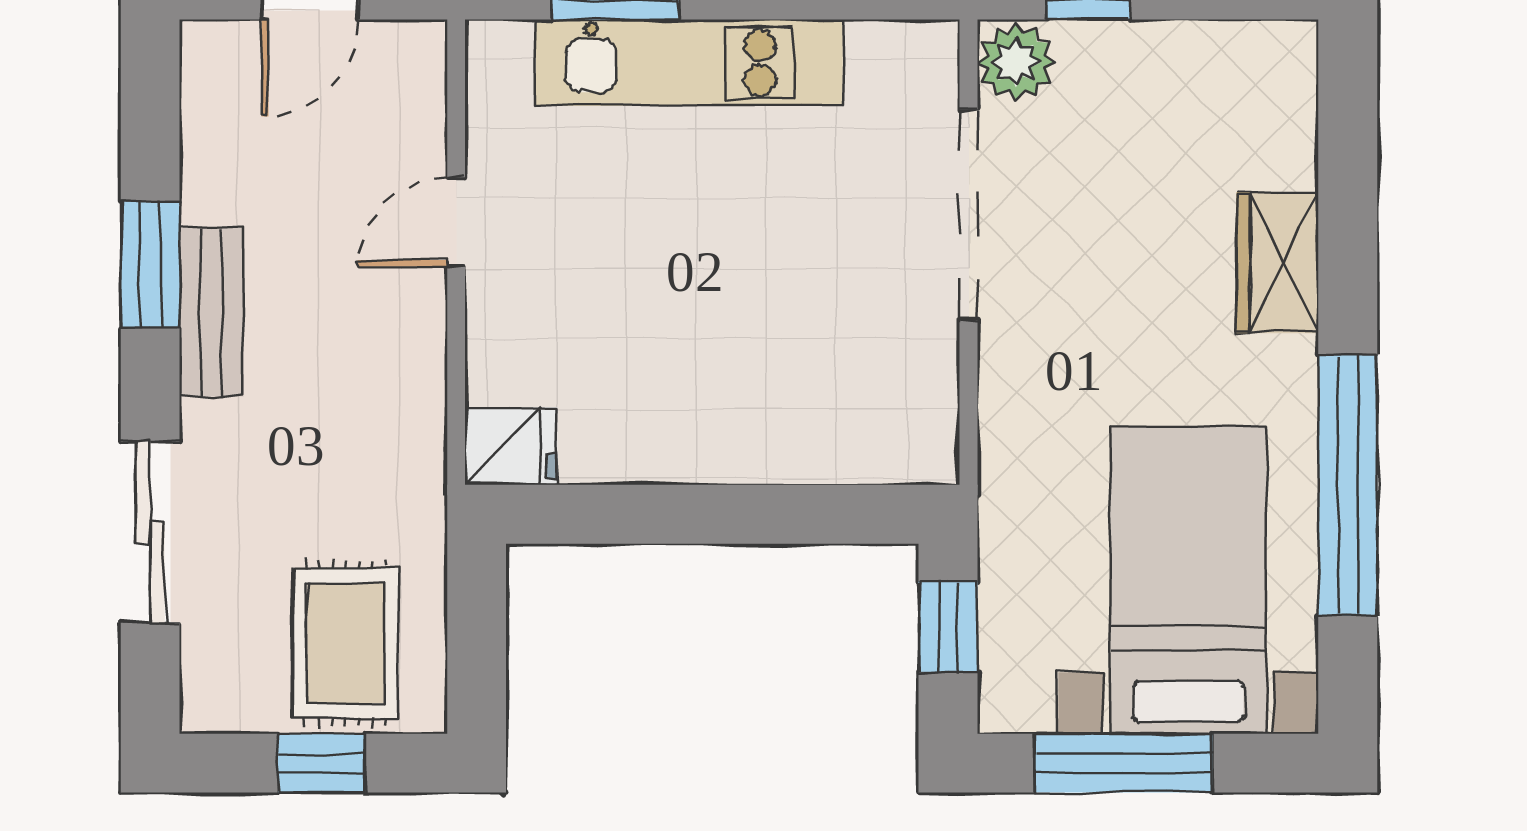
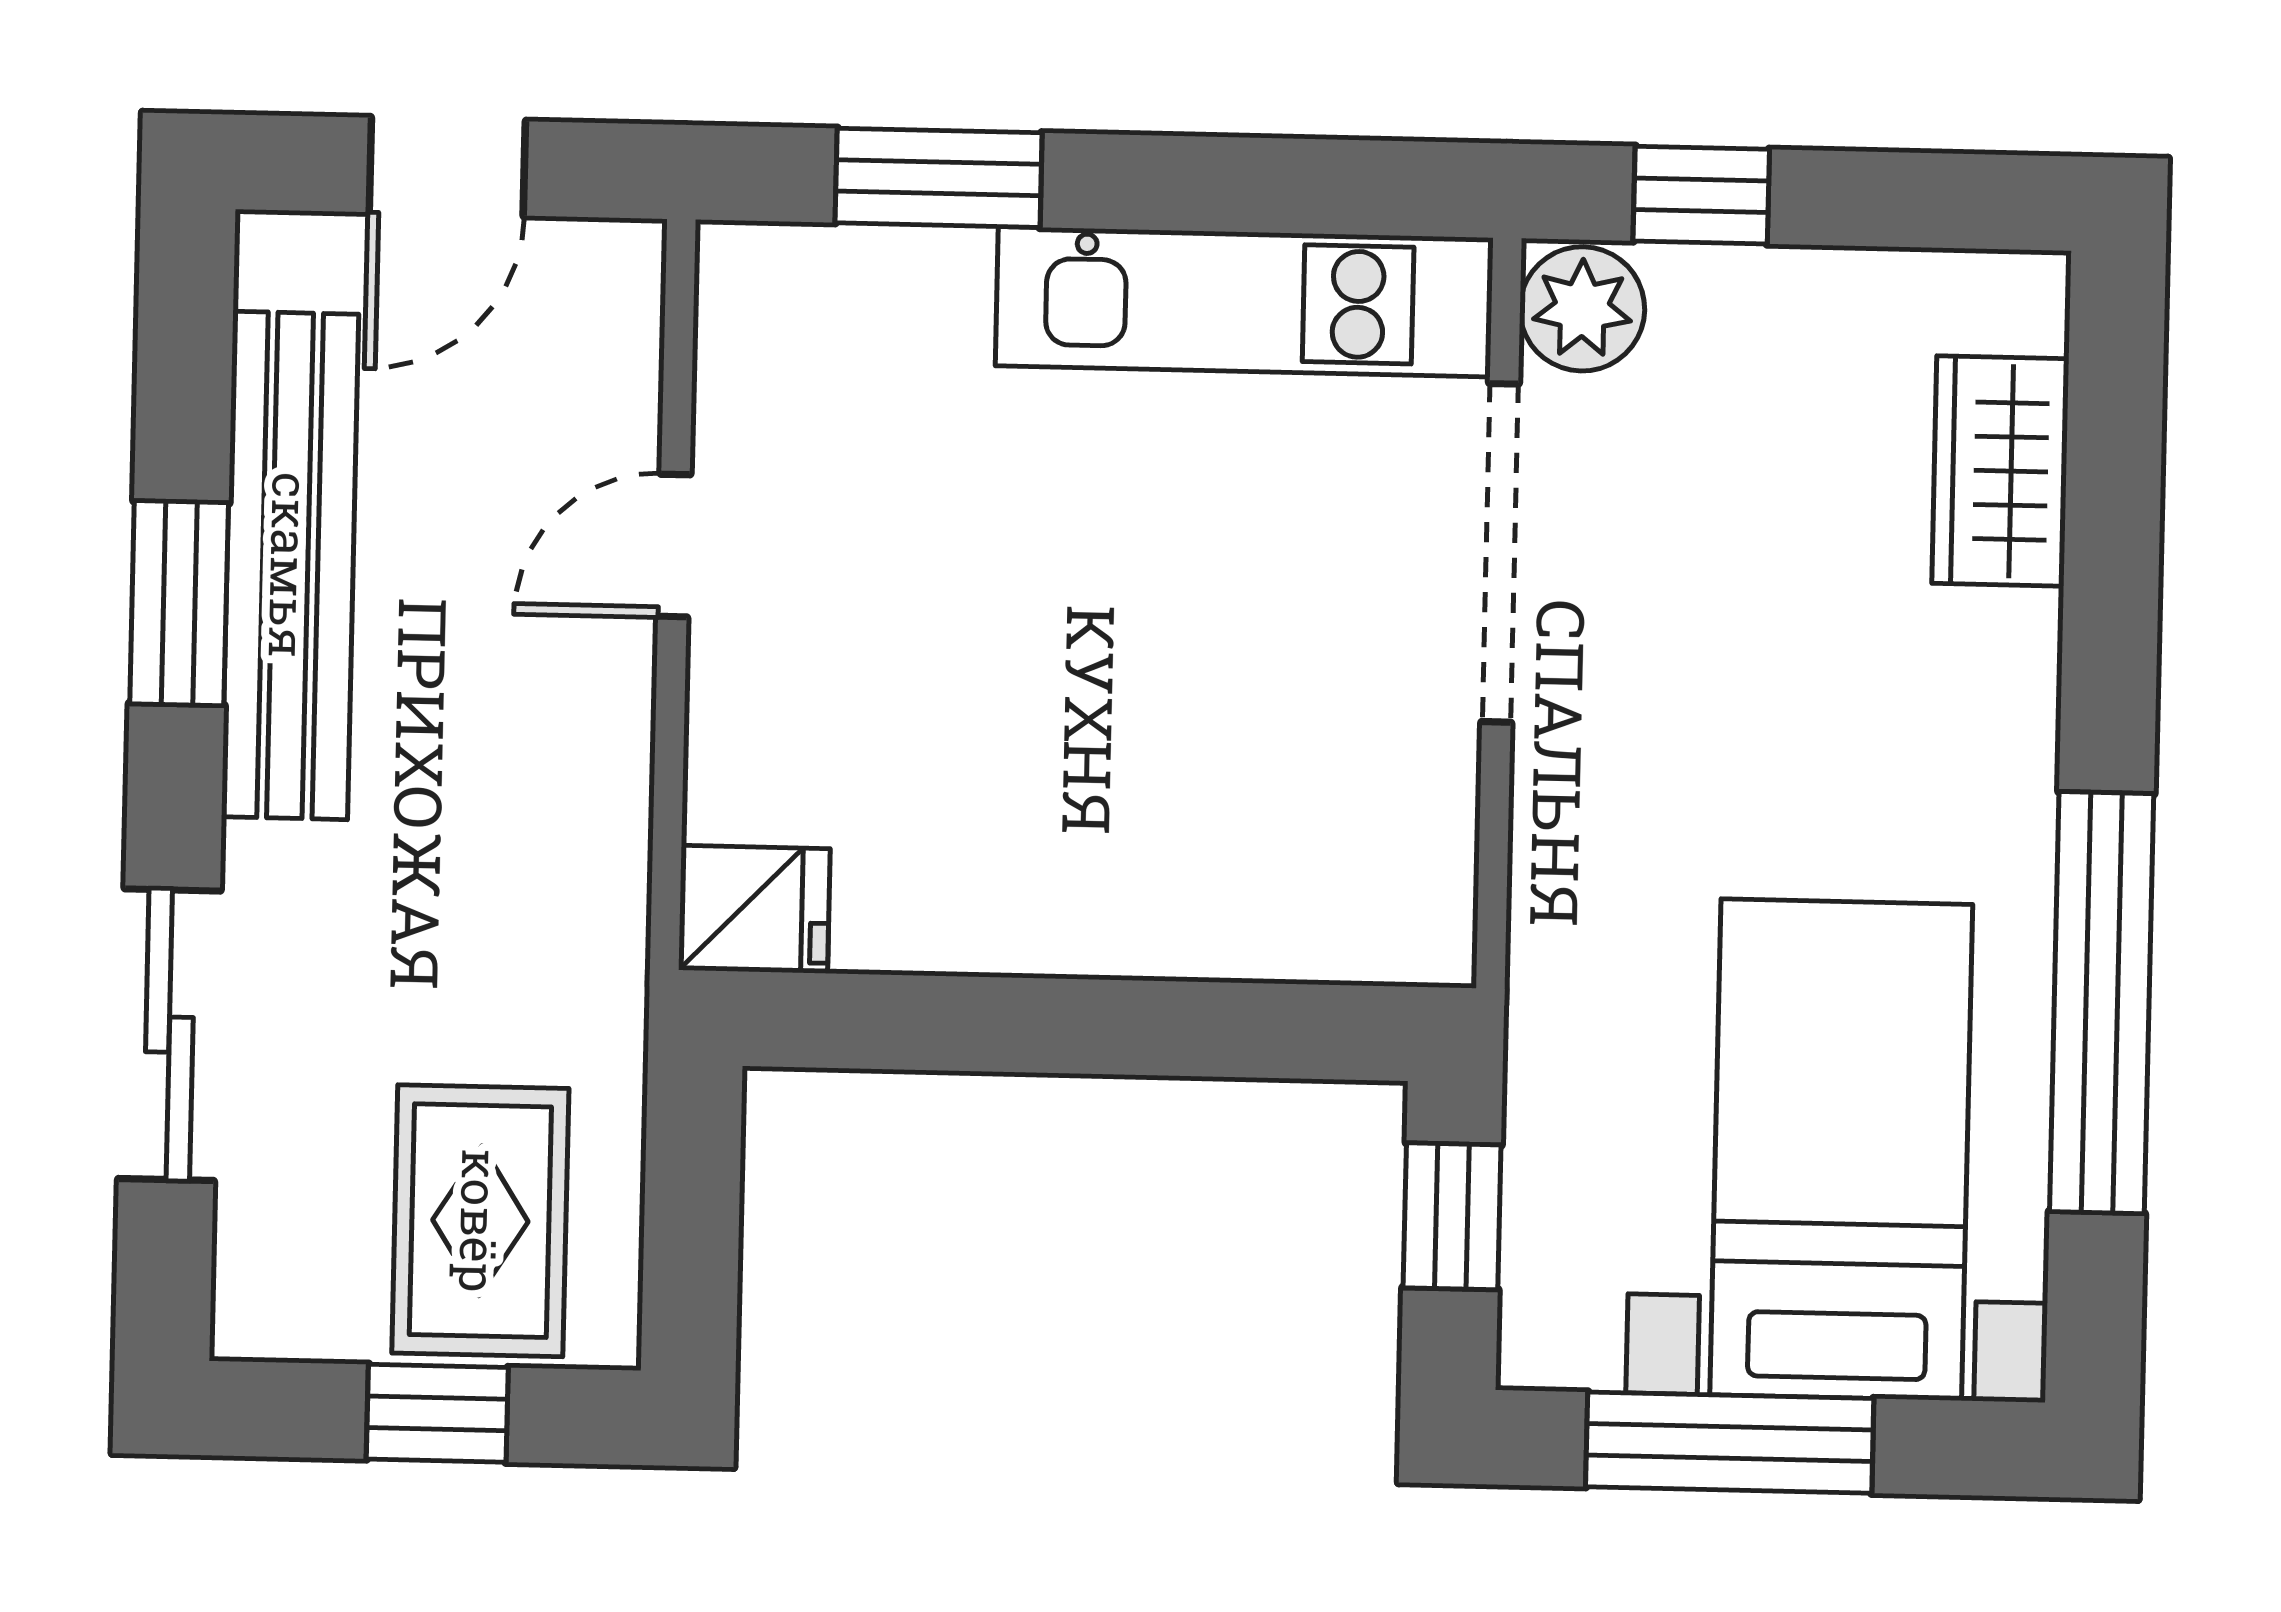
kitchen unit: (689, 63) -> (1244, 302), moved
wardrobe: (1278, 263) -> (2000, 471), moved
bench: (211, 312) -> (290, 565), width x1.86, depth x1.21

